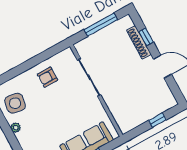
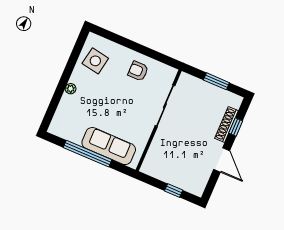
window: (101, 25) -> (216, 81), width x0.69
plant: (16, 128) -> (71, 89), moved

